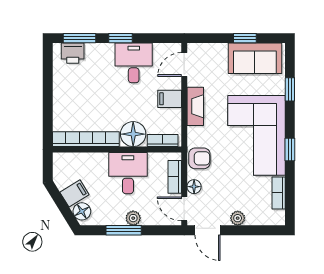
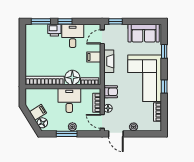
window: (245, 38) -> (115, 21), moved
printer: (73, 53) -> (54, 30), moved

